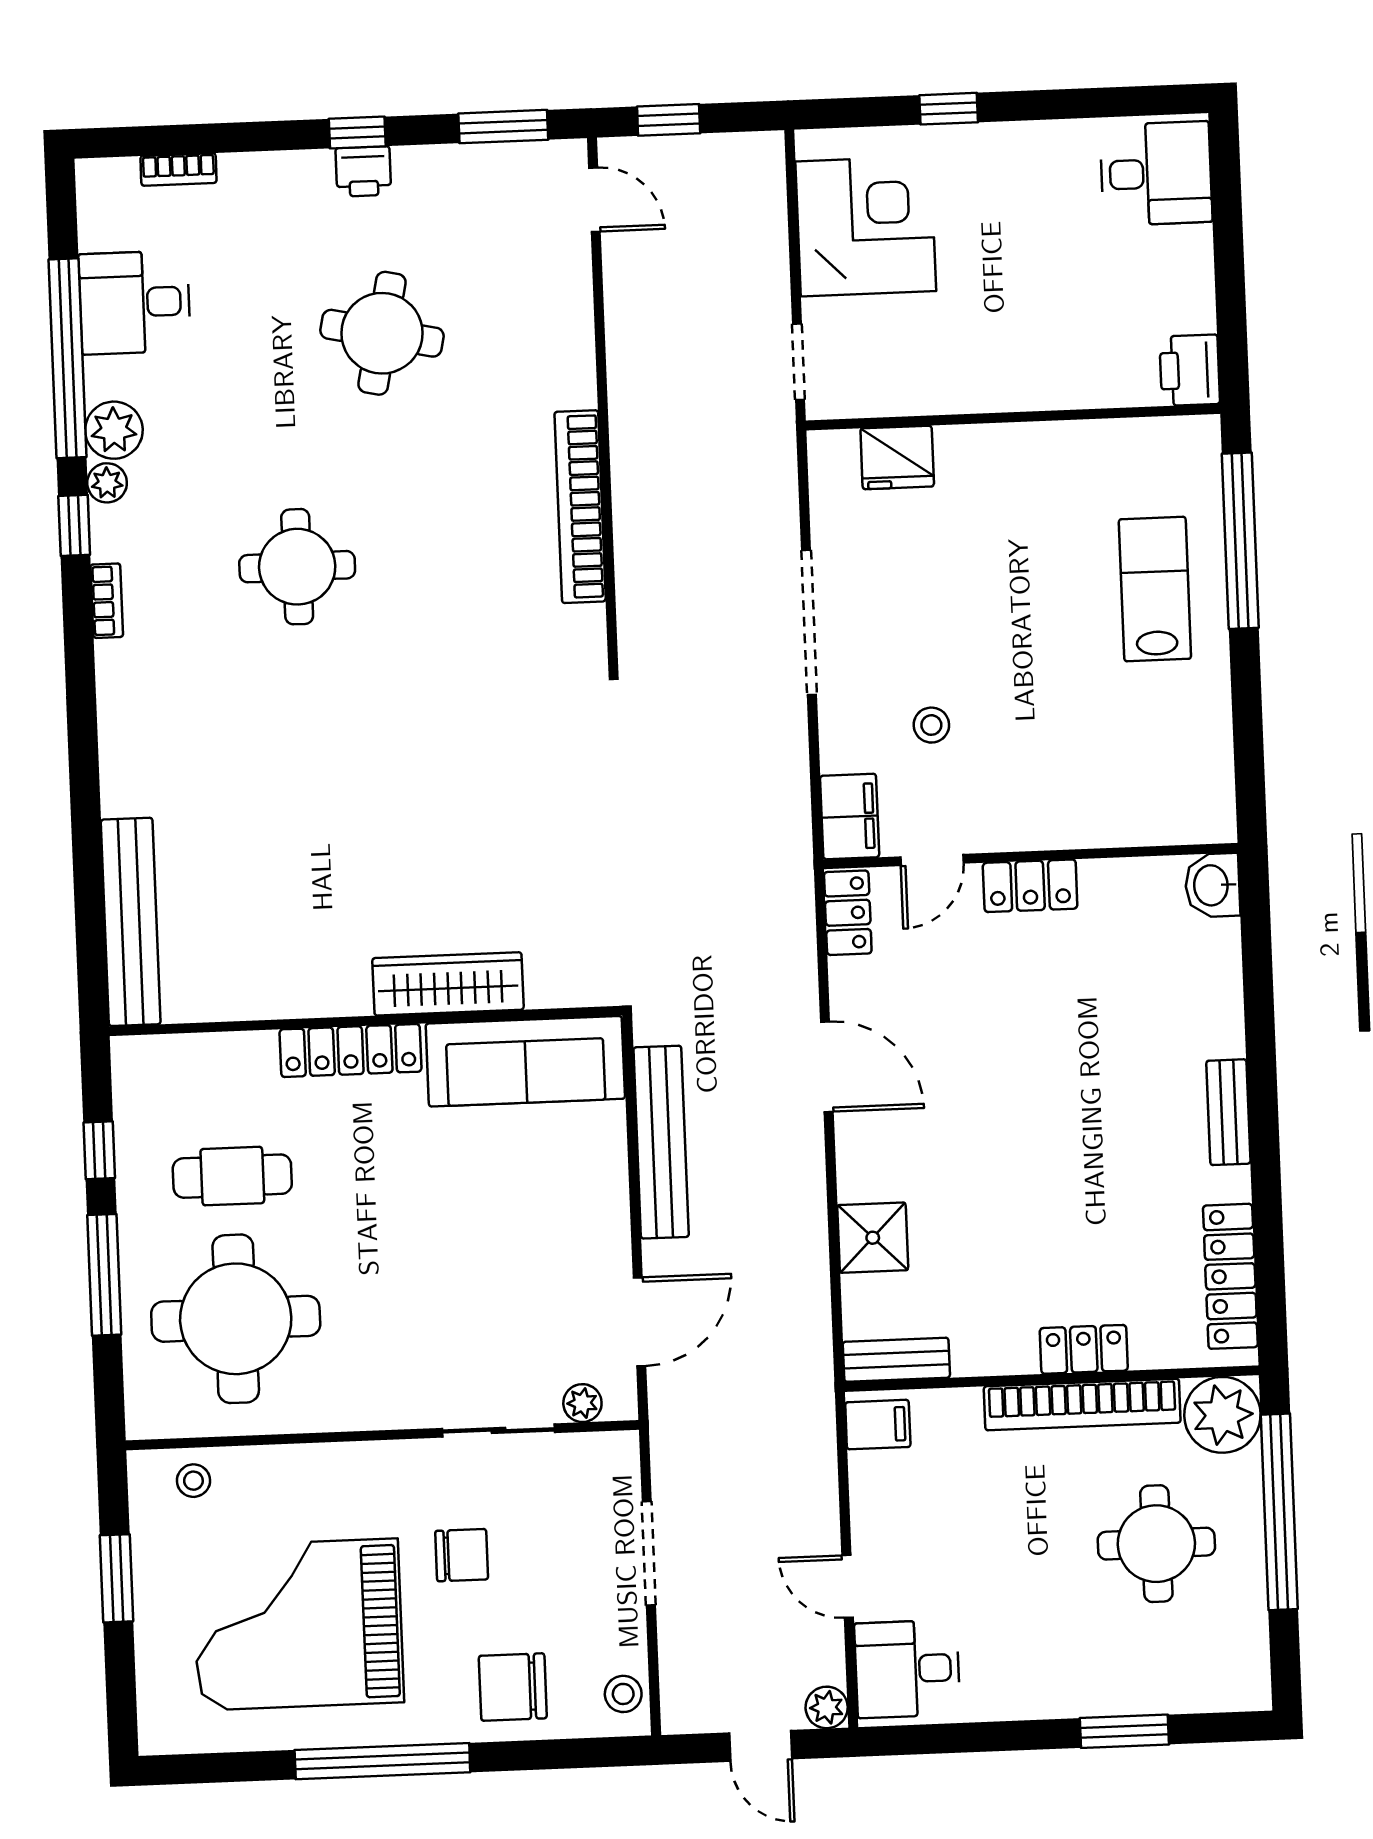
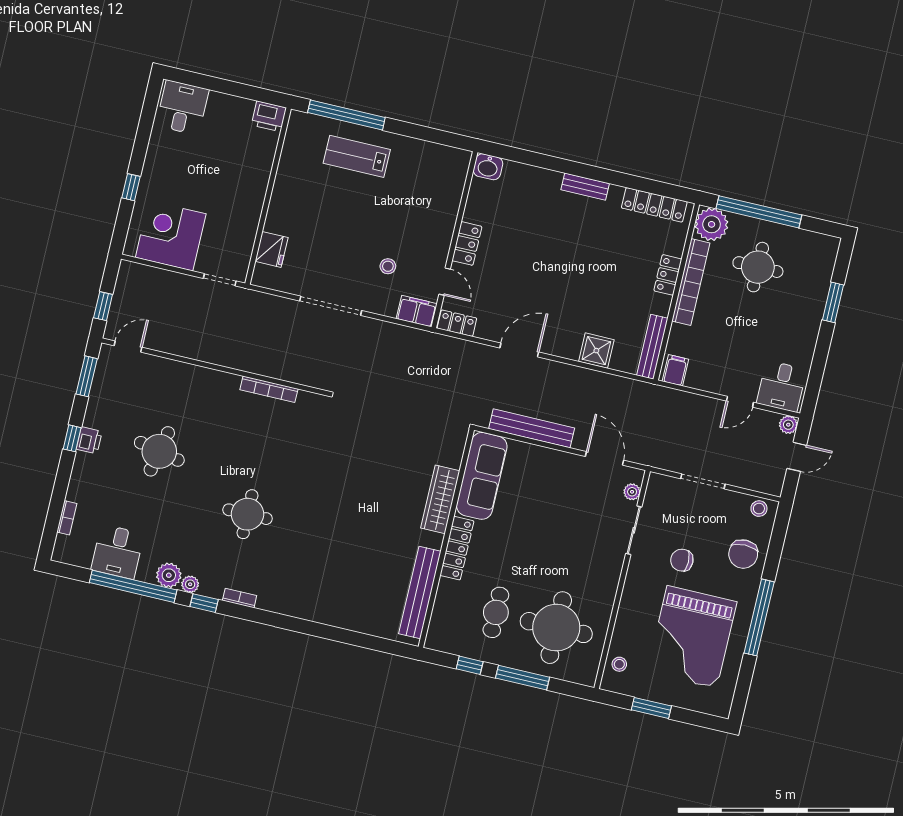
bookcase: (580, 507) -> (269, 389), width x0.68, depth x0.76
bench: (131, 922) -> (420, 592), moved, turned 90
bench: (896, 1360) -> (652, 347), width x1.36
chair: (462, 1555) -> (682, 560), turned -90

